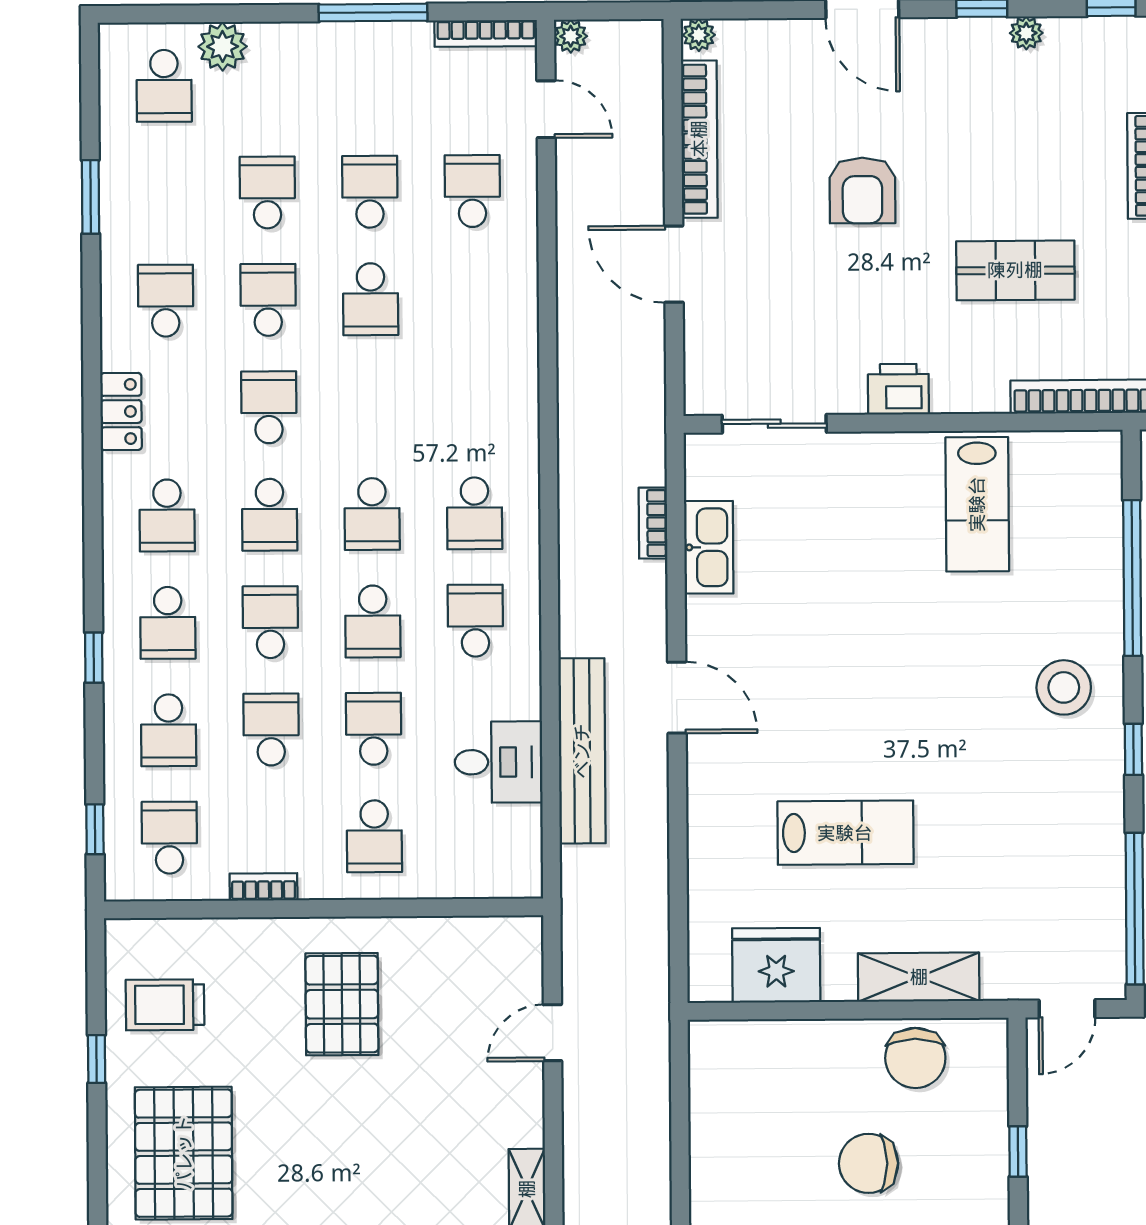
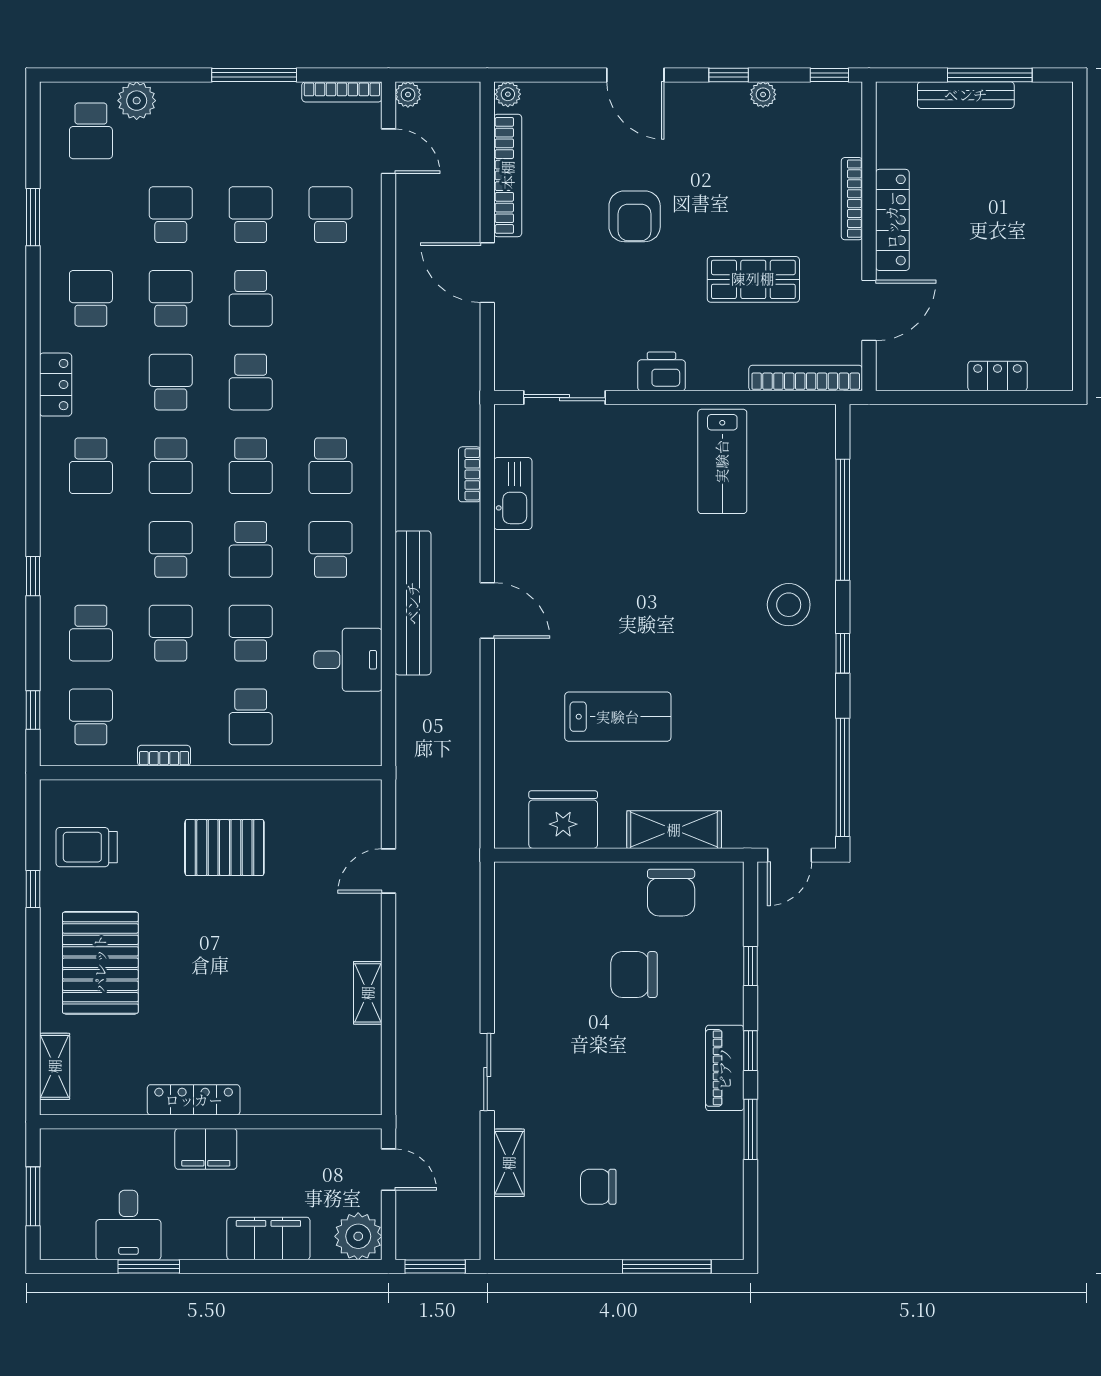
school desk: (168, 623) -> (251, 382), moved
bench: (582, 751) -> (413, 603), moved
pallet: (342, 1004) -> (224, 848), turned 90

